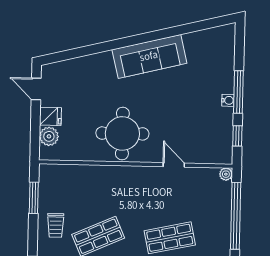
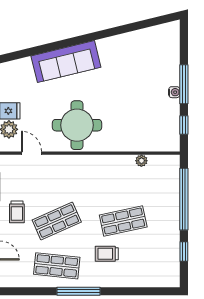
sofa: (149, 56) -> (66, 62), moved
door: (174, 165) -> (31, 153), moved
plant: (226, 174) -> (141, 161), moved

